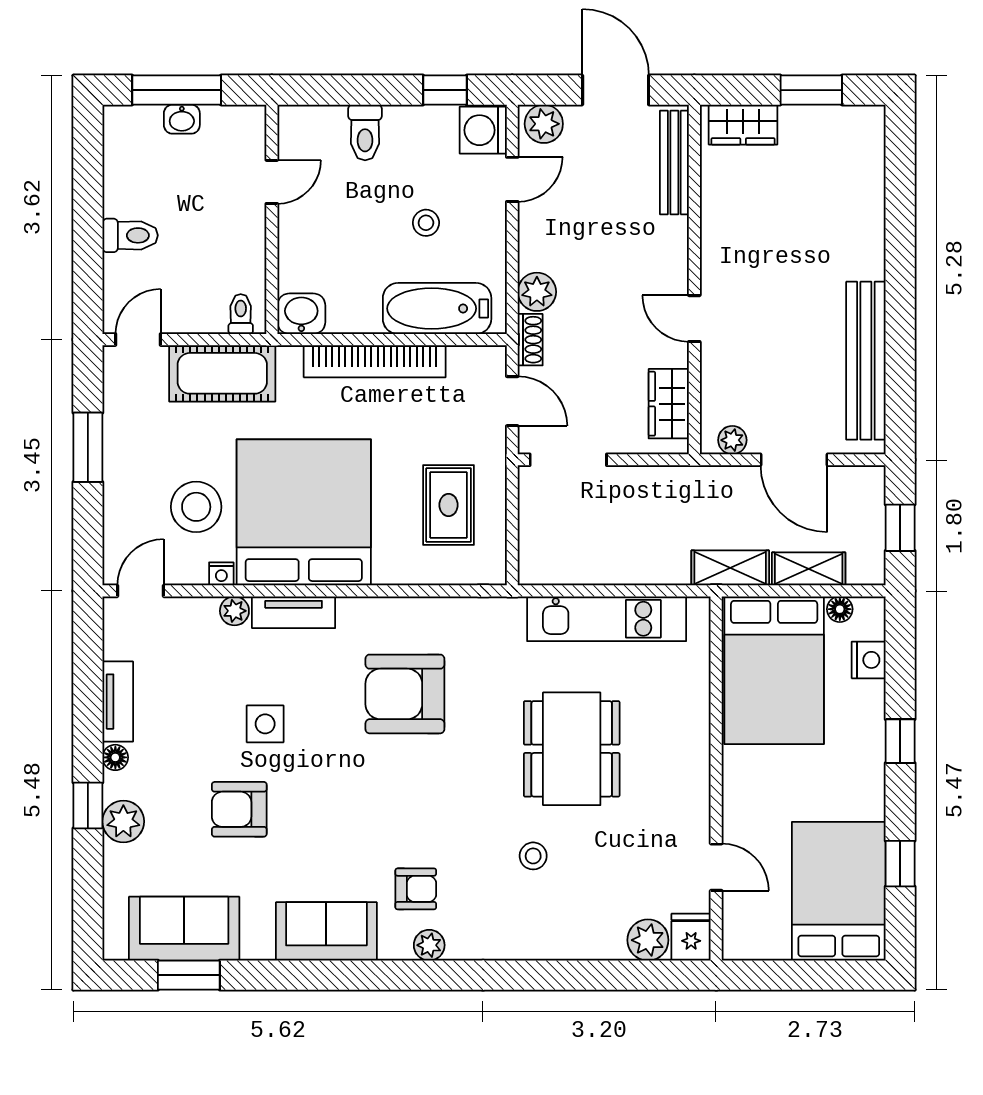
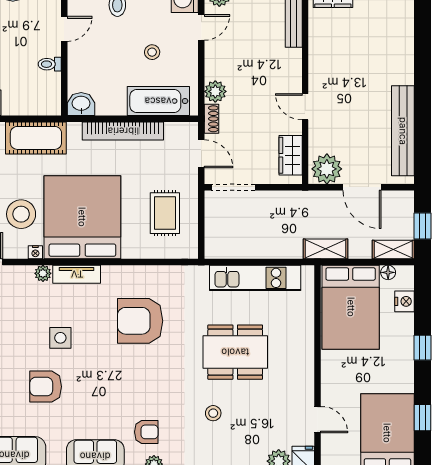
toilet: (241, 314) -> (50, 64), moved, turned -90
plant: (732, 440) -> (327, 169), width x1.87, depth x1.87
shelving: (809, 569) -> (393, 249), moved
dining table: (572, 749) -> (235, 352), turned 90

